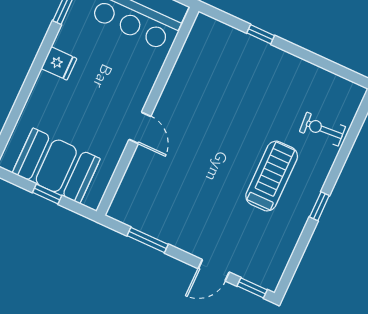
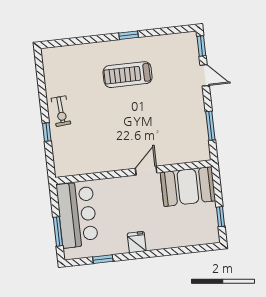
exercise bike: (322, 129) -> (61, 111), moved
booth: (56, 166) -> (188, 187), moved, turned 90
window: (47, 194) -> (221, 217), moved

